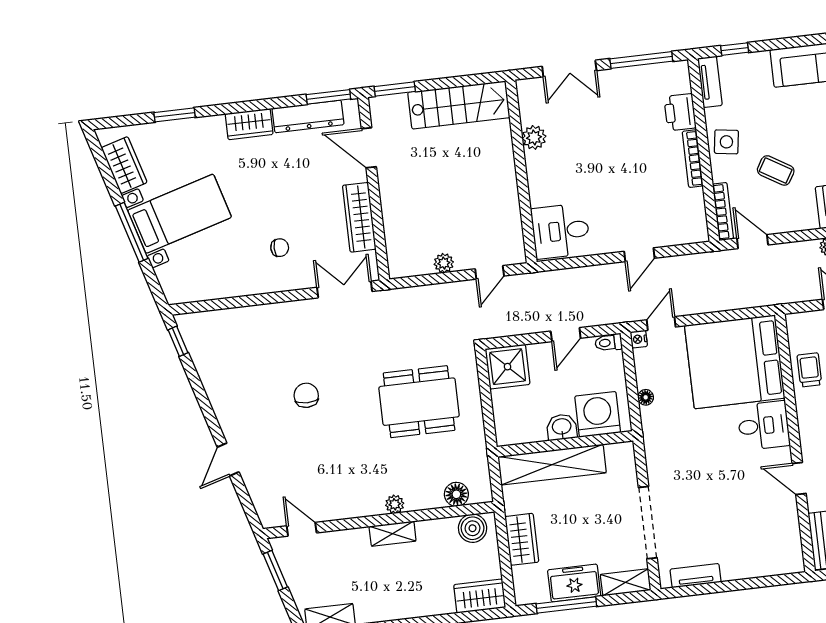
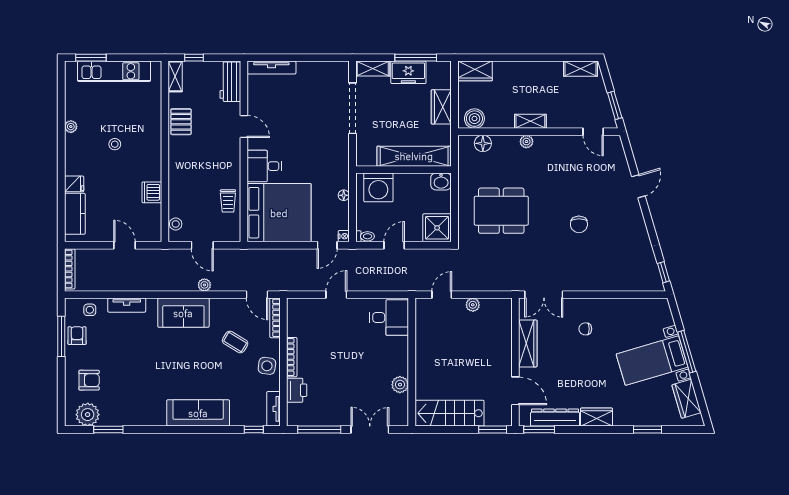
washbasin: (562, 427) -> (441, 181), moved
tv unit: (696, 576) -> (271, 68), moved, width x1.41

